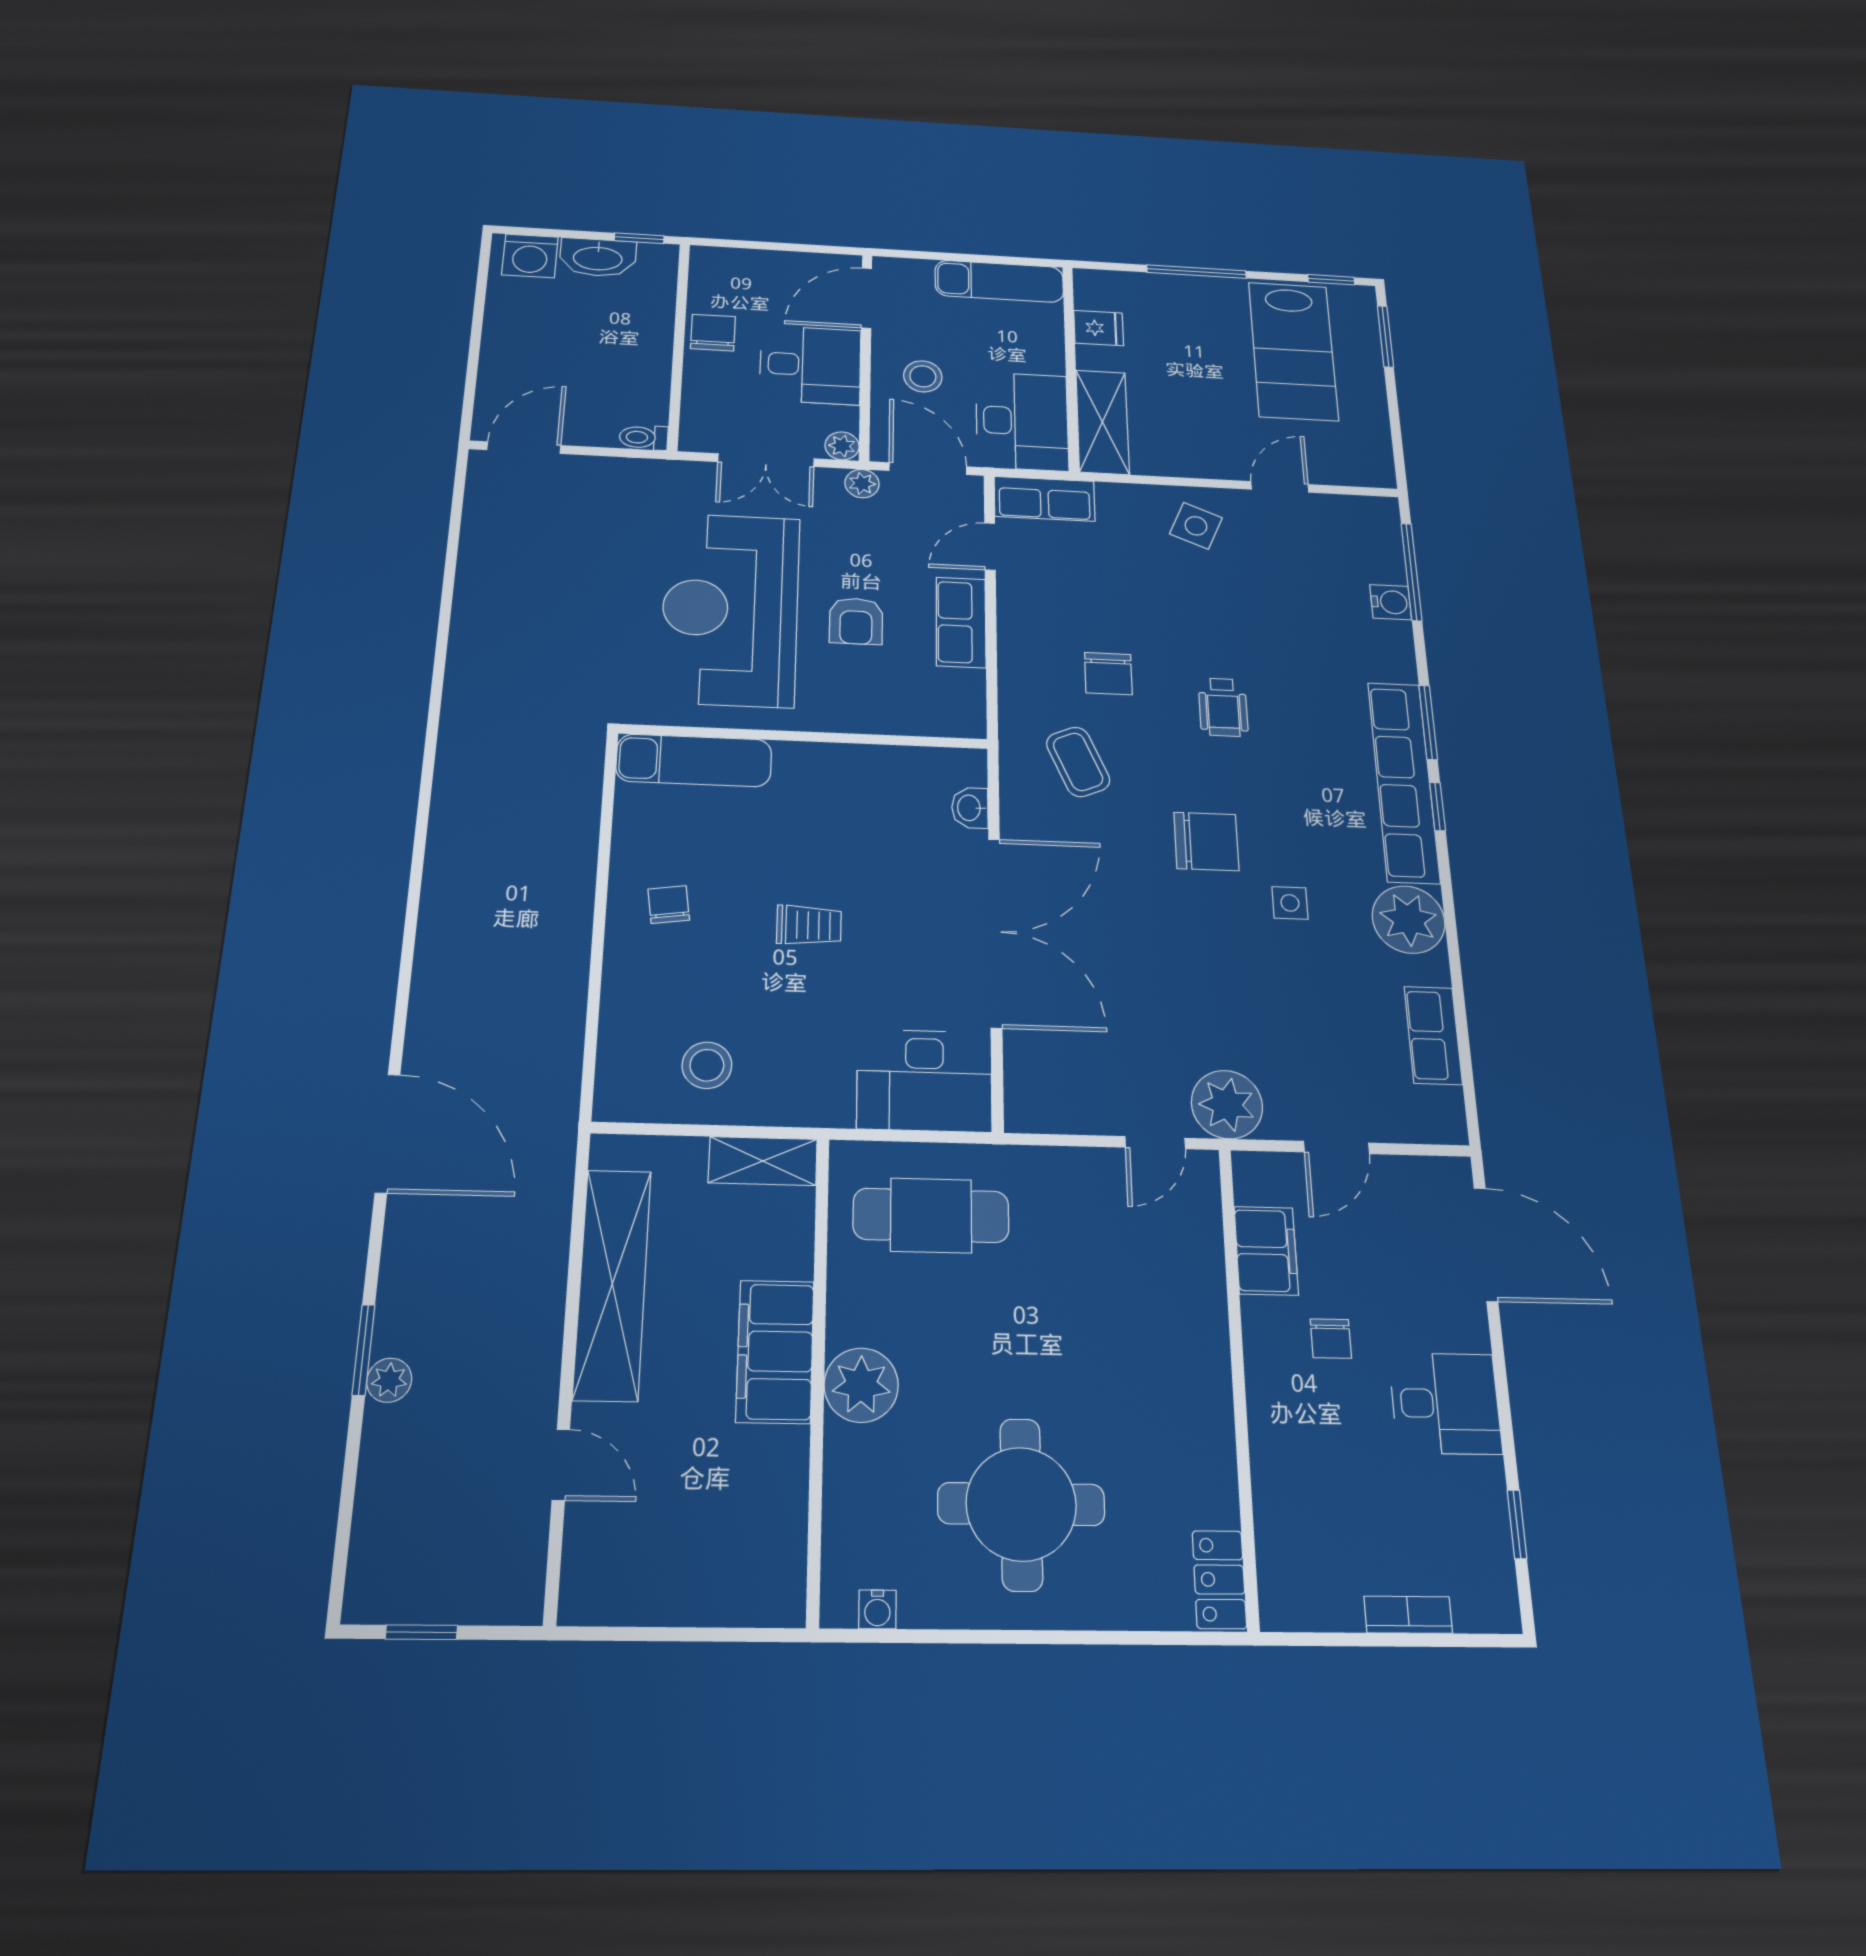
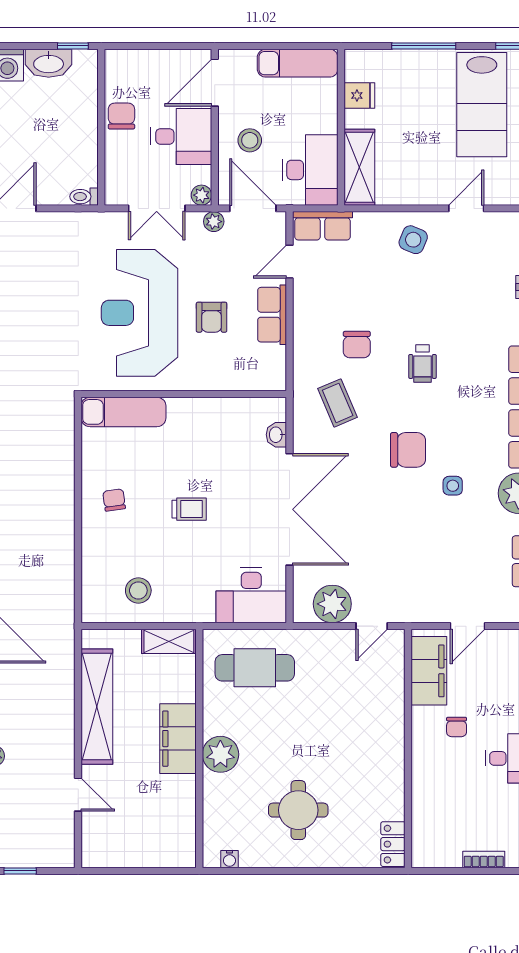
plant: (1227, 1105) -> (332, 604), moved
filing cabinet: (1266, 1251) -> (429, 671), width x1.50, depth x1.17
round table: (1021, 1504) -> (298, 810), width x0.73, depth x0.73

